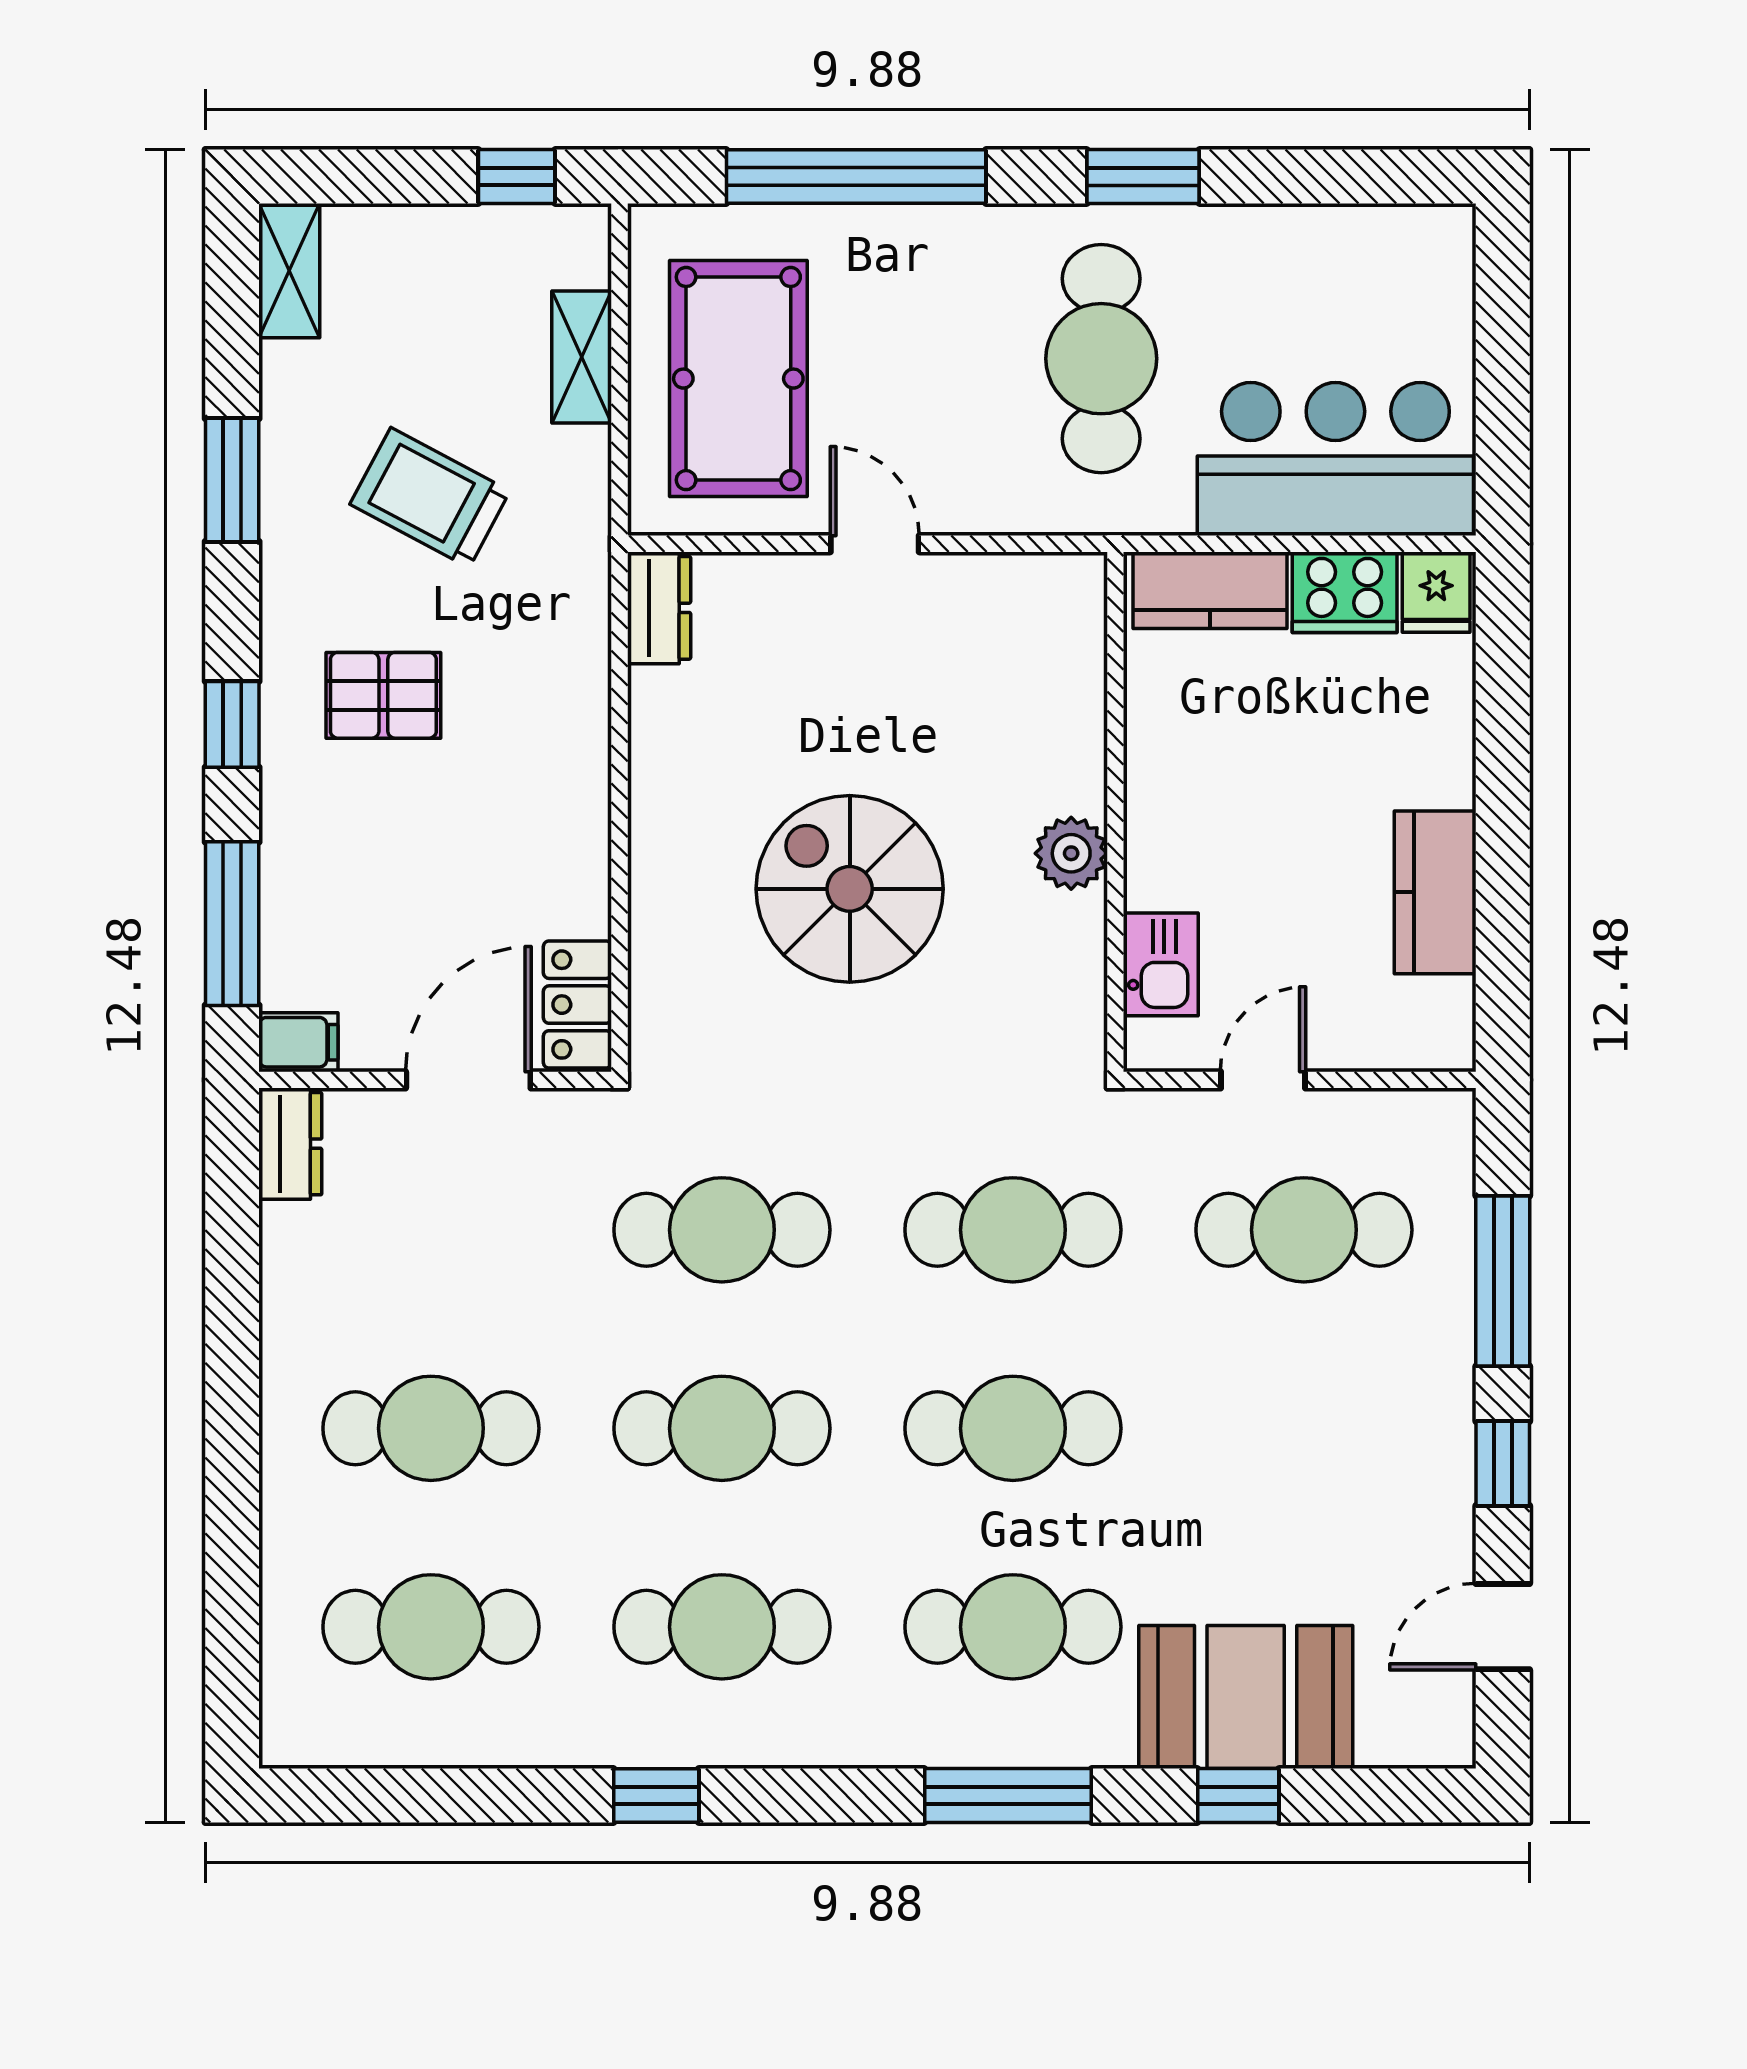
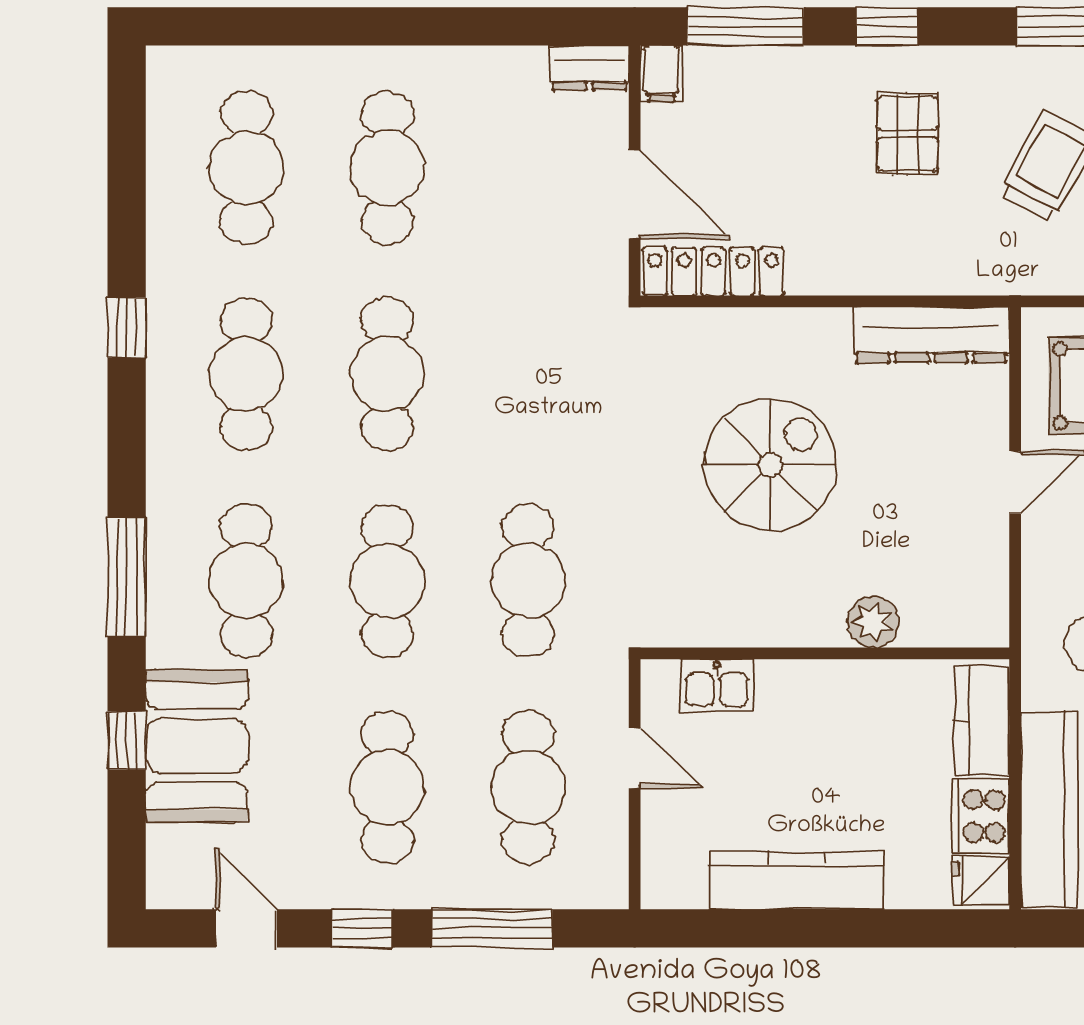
dresser: (659, 608) -> (931, 335), width x1.96, depth x1.24
plant: (1071, 853) -> (873, 622), moved
kitchen counter: (1435, 892) -> (797, 880), width x1.50
locker: (577, 1005) -> (713, 272), width x1.53
cafe table: (722, 1230) -> (387, 787), moved

